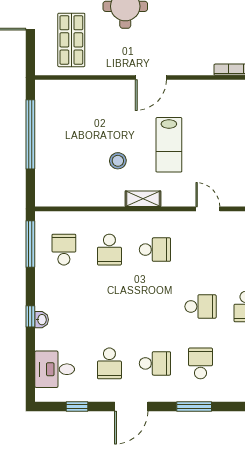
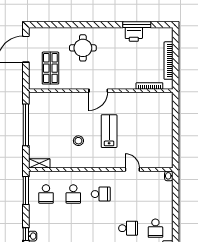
lab bench: (169, 145) -> (109, 131), turned 180
shelving: (143, 199) -> (39, 163), moved
school desk: (64, 250) -> (46, 194), turned 180

